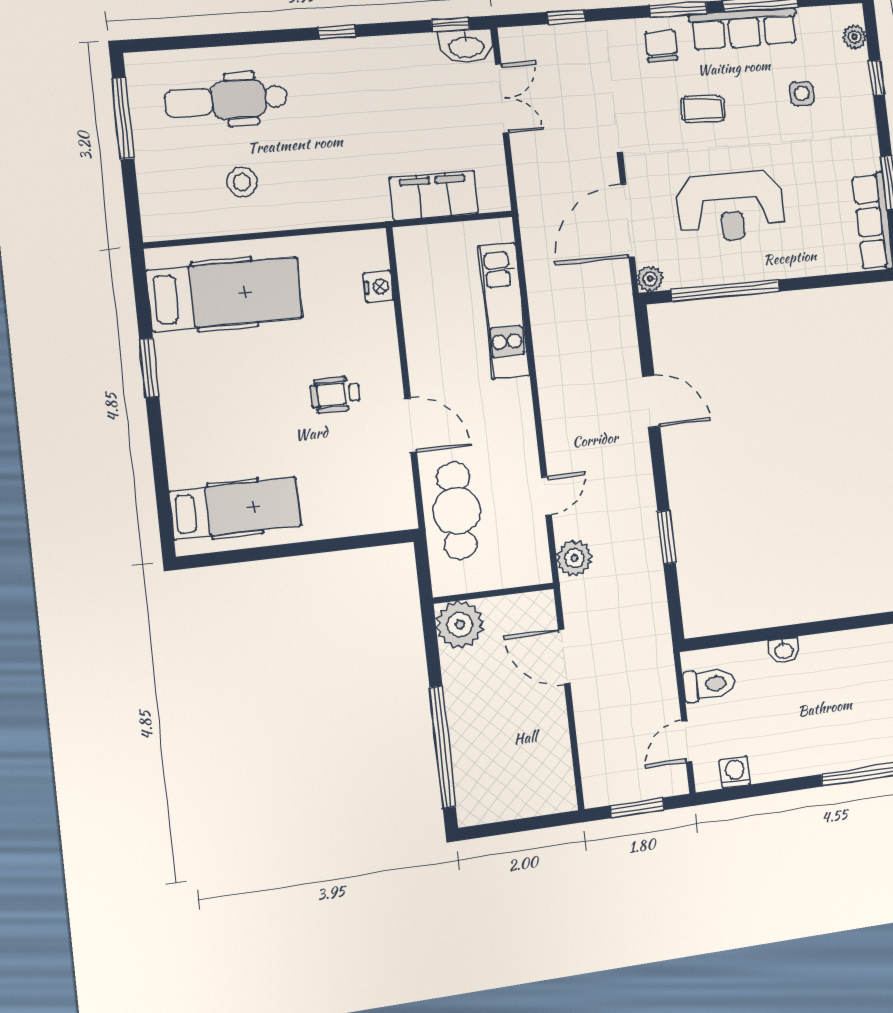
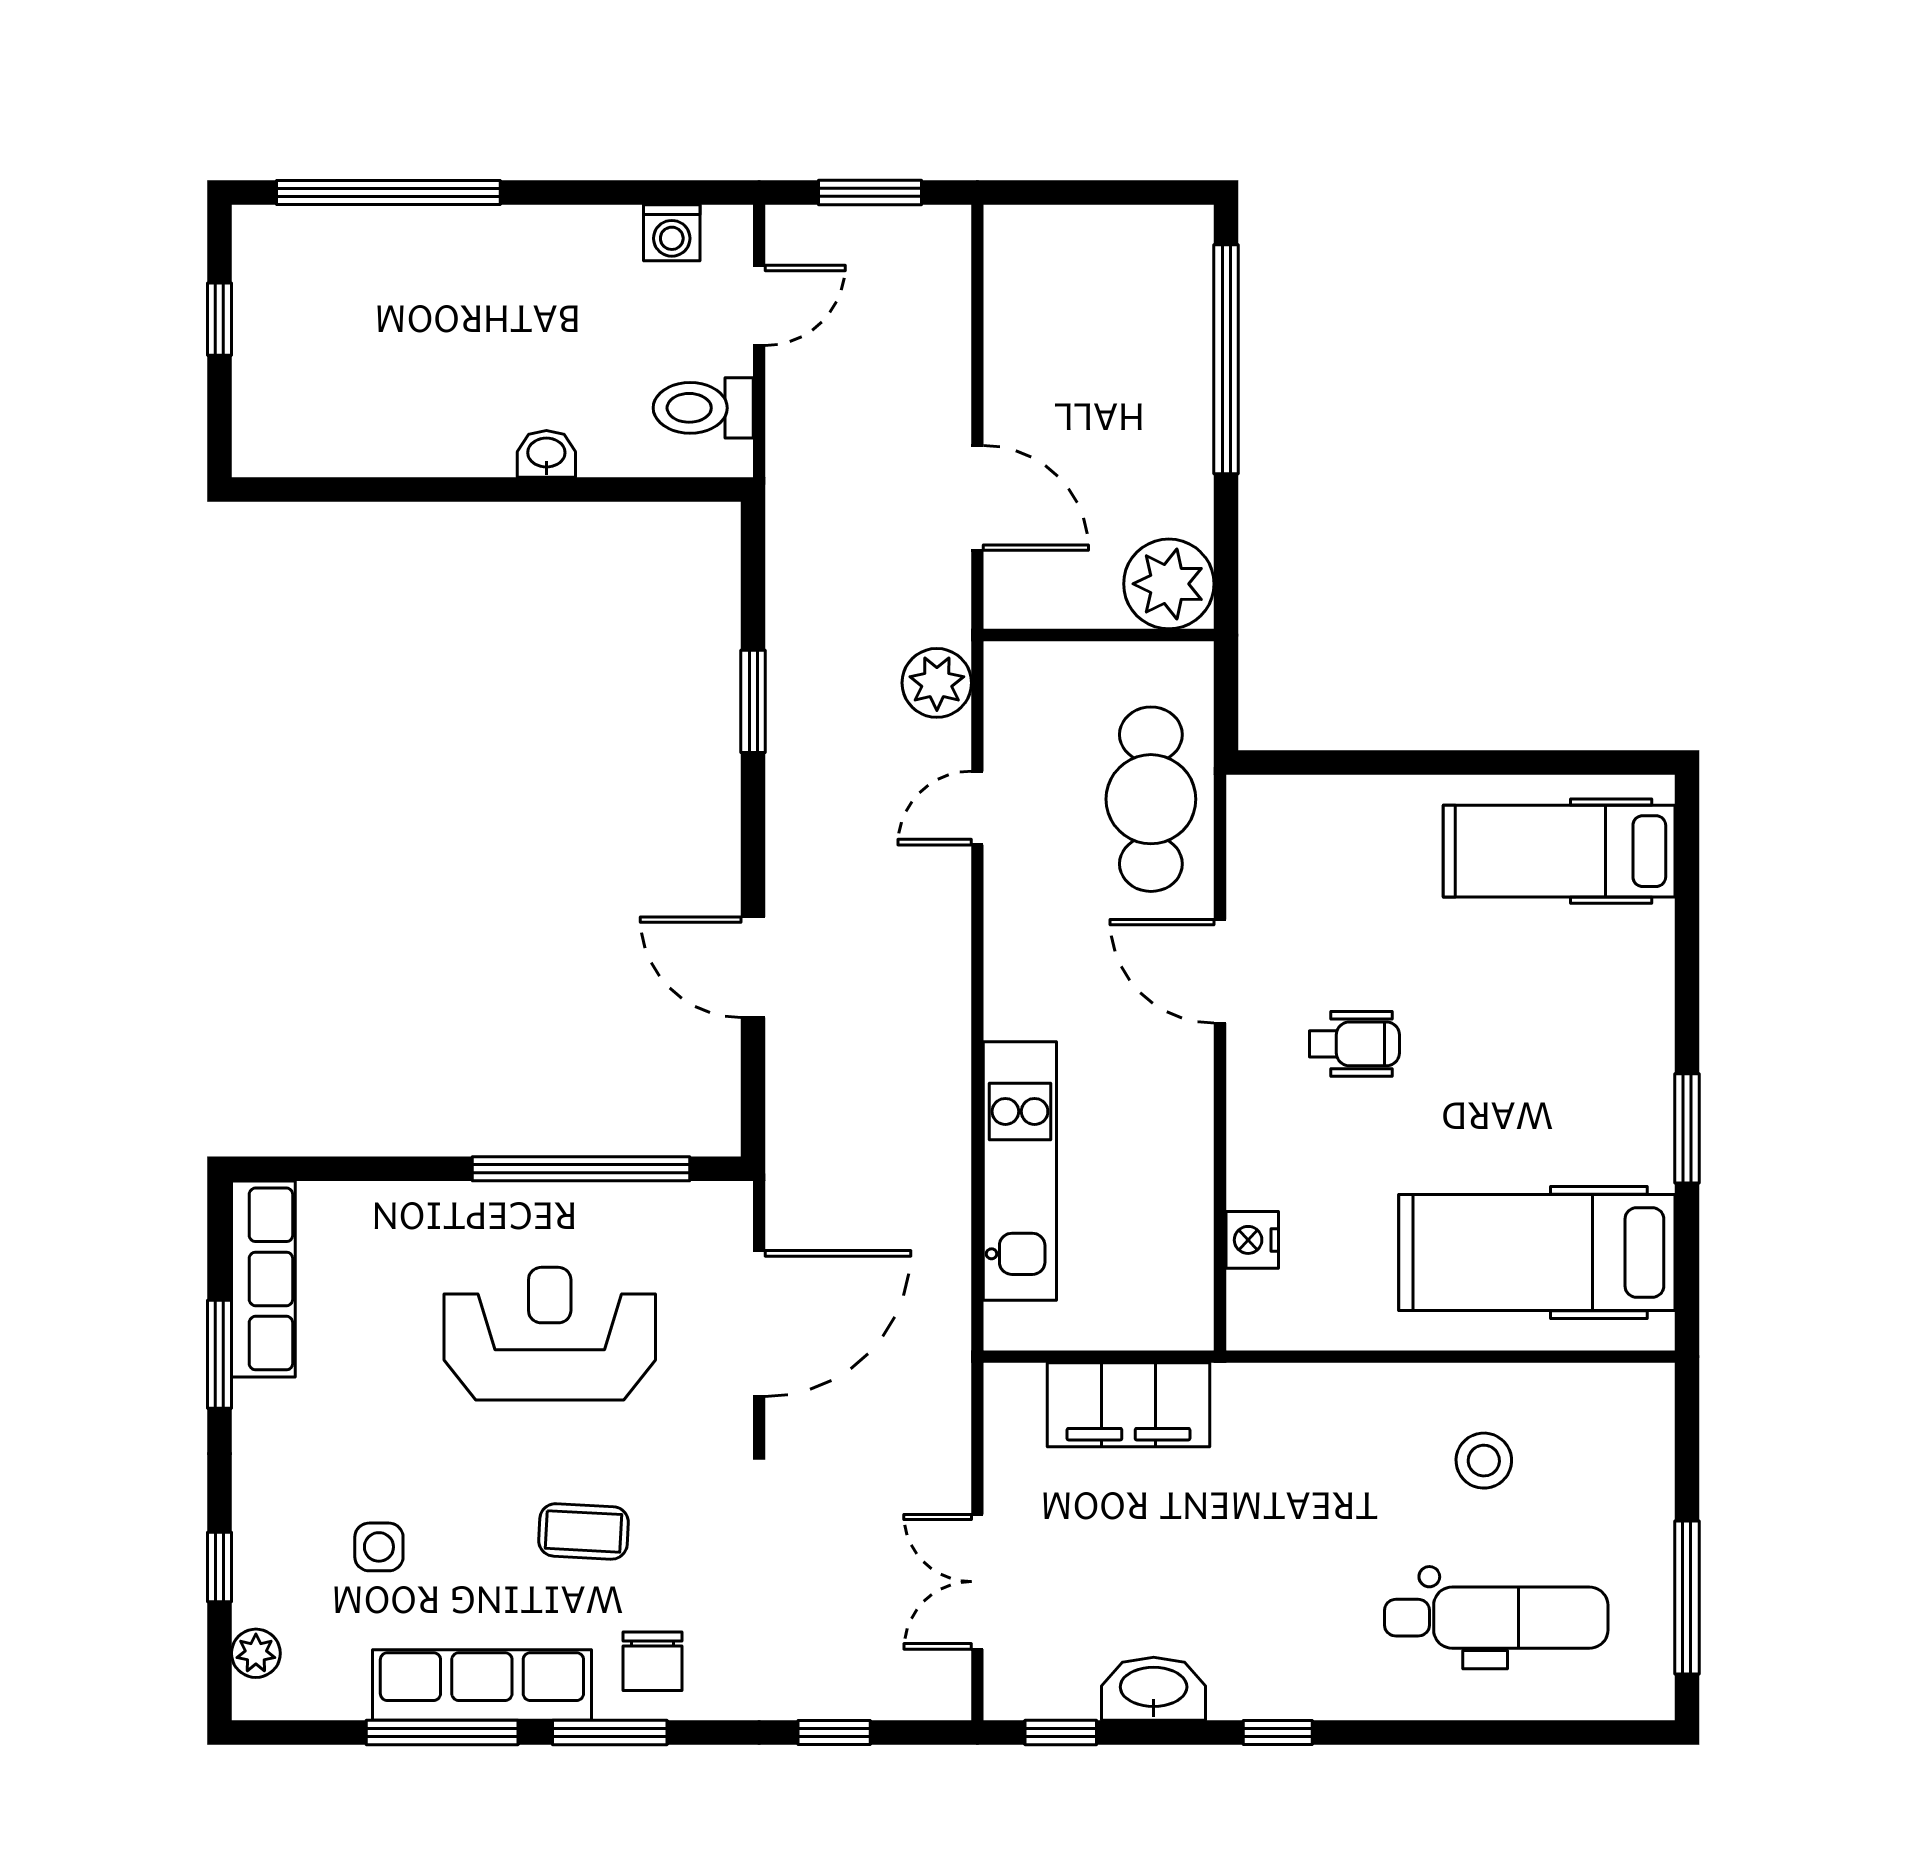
washbasin: (466, 46) -> (1154, 1689), moved
plant: (650, 279) -> (727, 1206), removed

